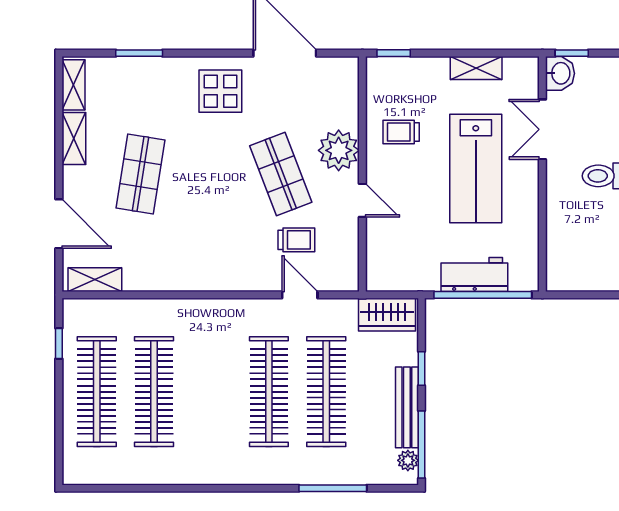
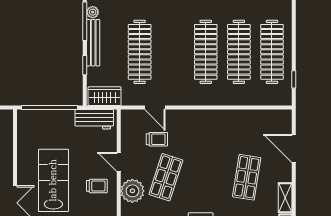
trolley: (401, 132) -> (97, 186), moved
shop shelf: (281, 174) -> (166, 177), turned 39
trolley: (296, 240) -> (157, 139), turned 180
workbench: (474, 274) -> (94, 119), moved
shelving: (95, 280) -> (273, 116), removed
clothes rail: (269, 392) -> (206, 52), moved

